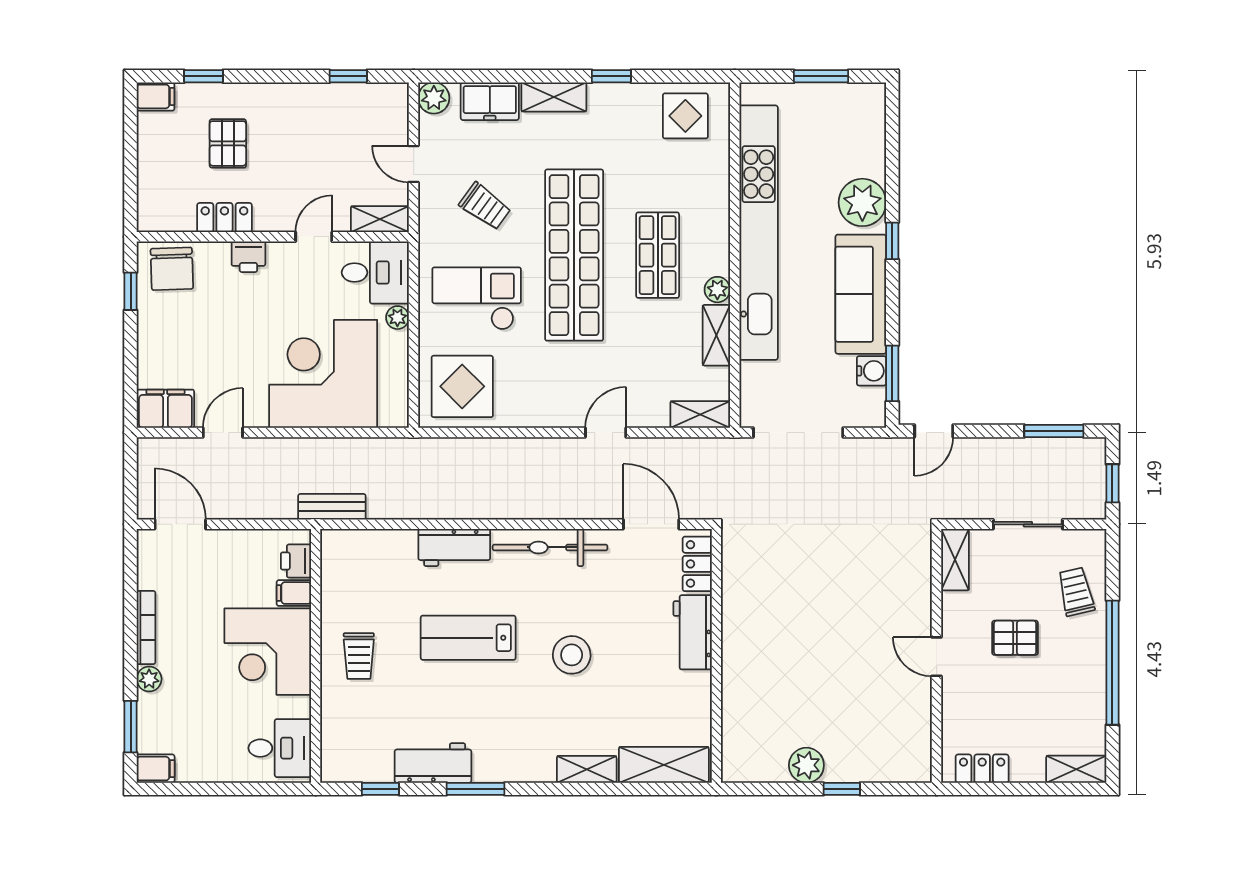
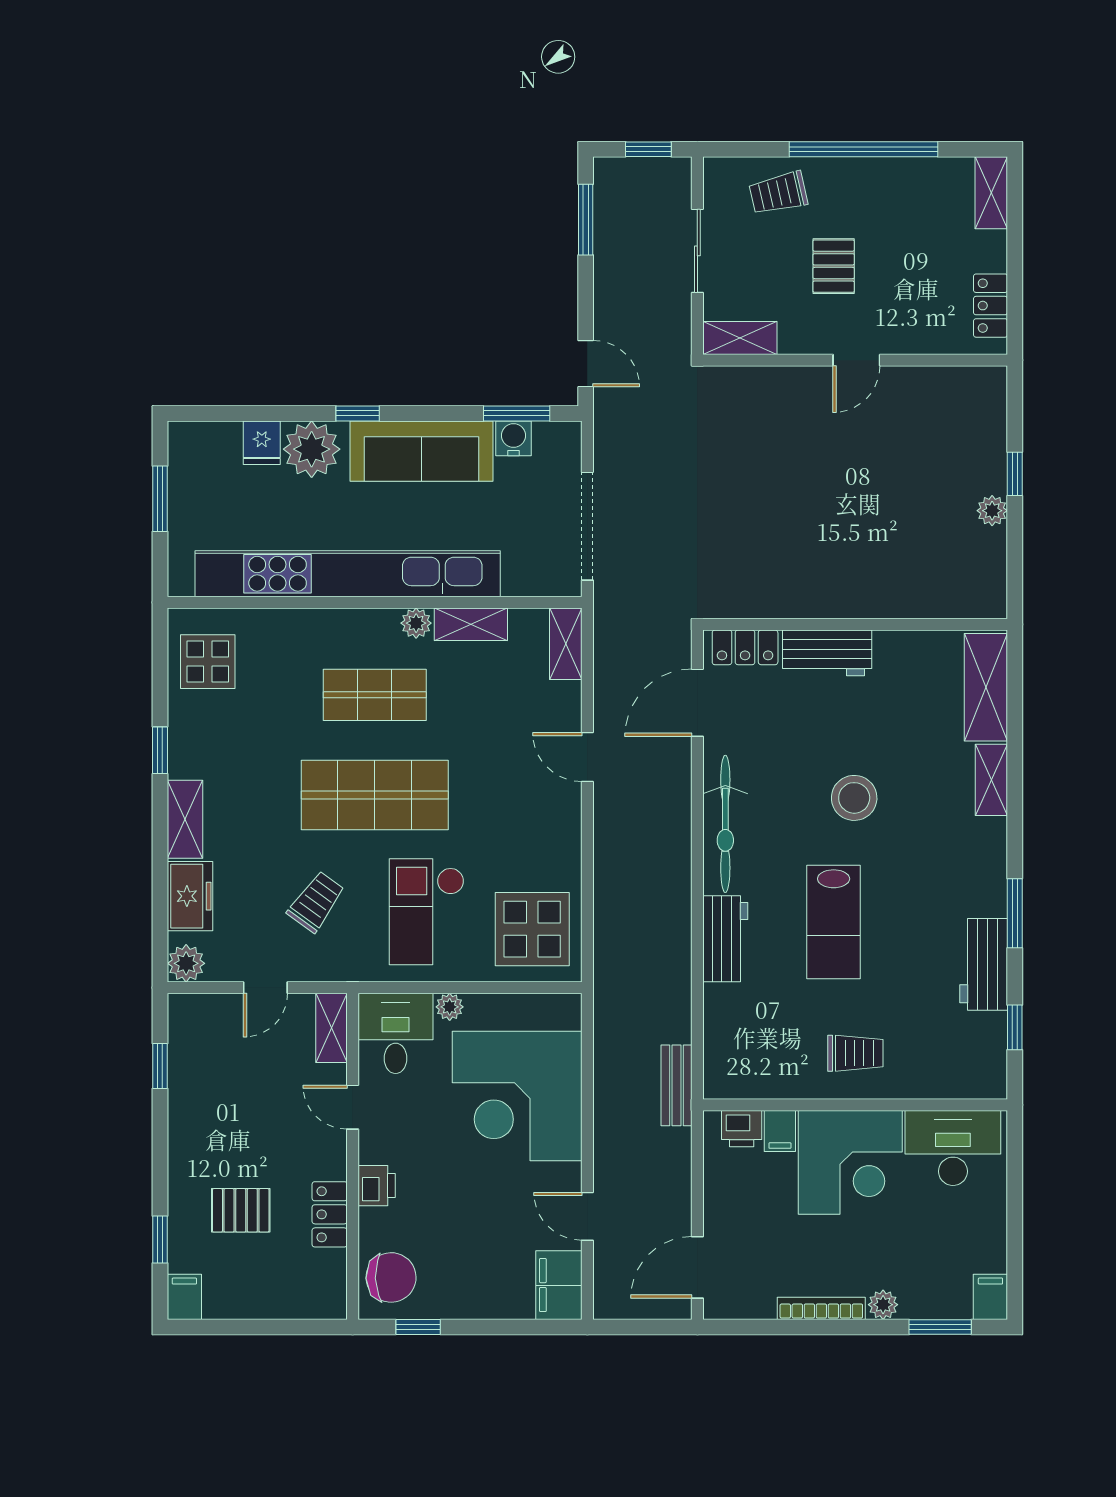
fridge: (868, 161) -> (262, 443), added
shop shelf: (574, 255) -> (375, 795), width x0.71
desk: (280, 748) -> (953, 1148), width x1.37
plant: (806, 765) -> (992, 511), width x0.73, depth x0.73

